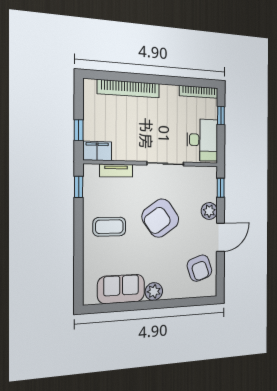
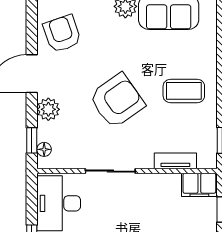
floor lamp: (212, 181) -> (44, 149), added

